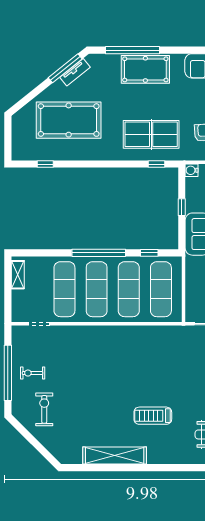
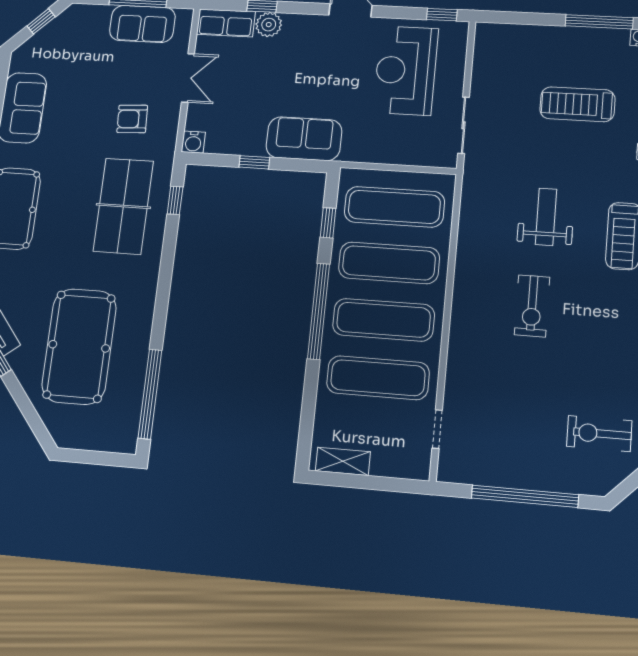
window: (45, 164) -> (150, 394), width x3.17
exercise bike: (33, 373) -> (532, 306), moved, width x1.38, depth x1.39
weight bench: (161, 373) -> (546, 217), added

